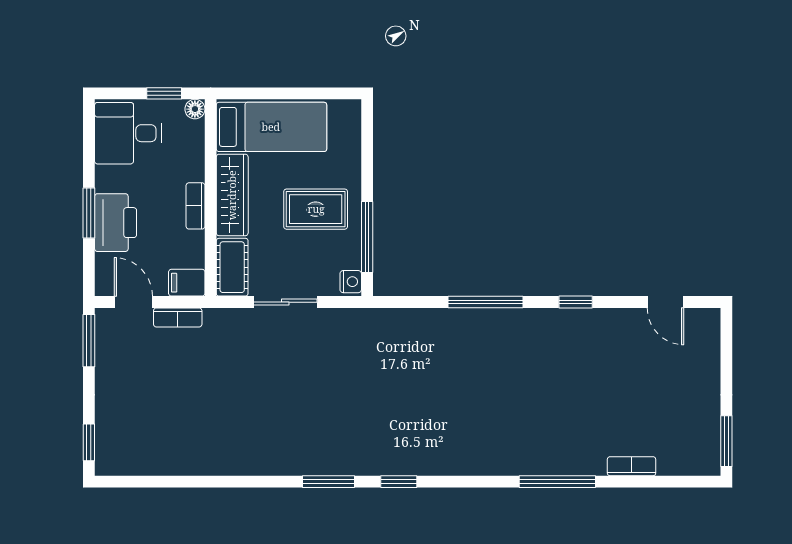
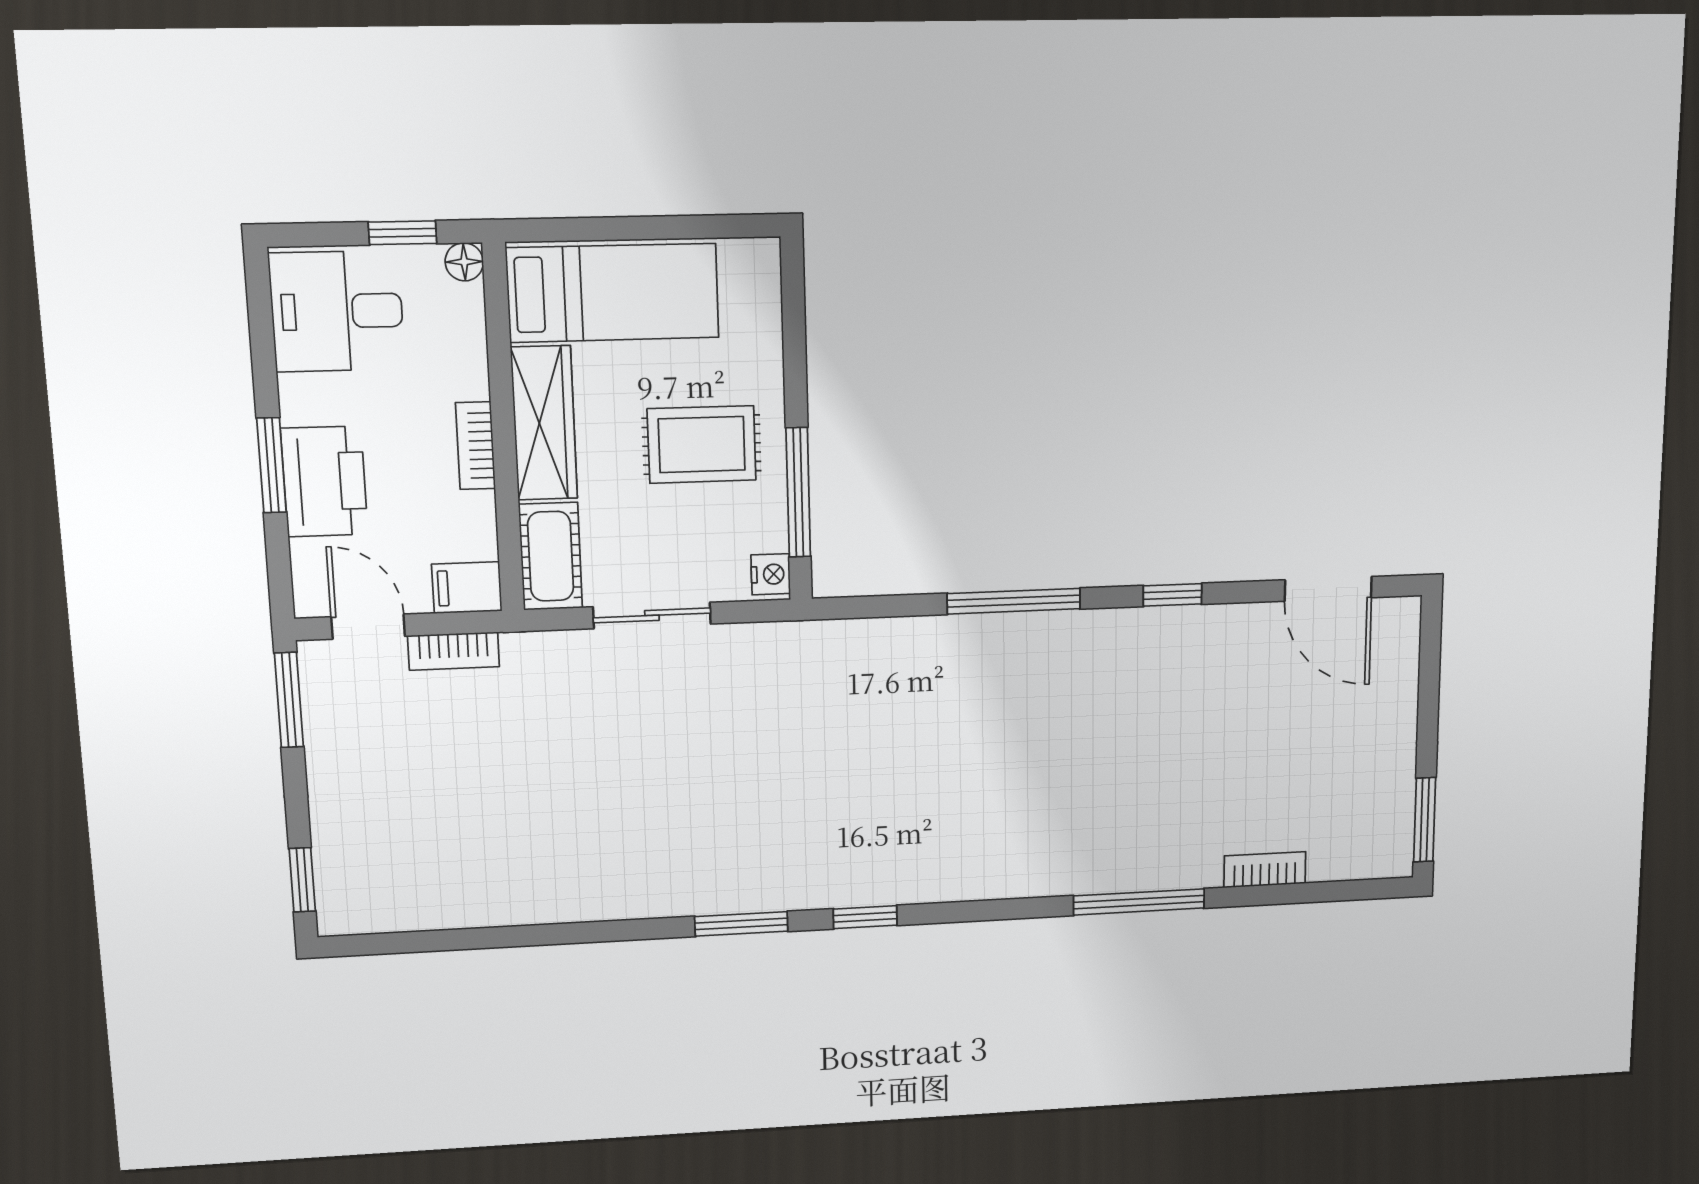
door: (666, 302) -> (1328, 589), width x1.38

